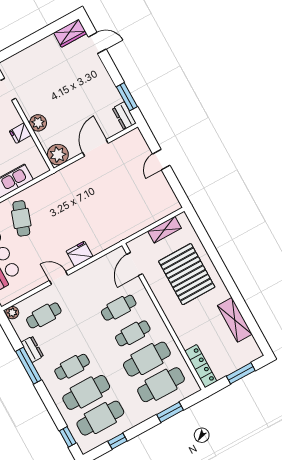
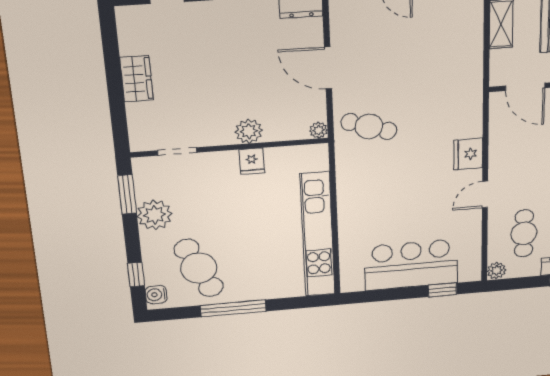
wardrobe: (70, 33) -> (137, 79), moved
plant: (58, 155) -> (319, 130), width x0.53, depth x0.53
cafe table: (21, 218) -> (369, 126), moved

